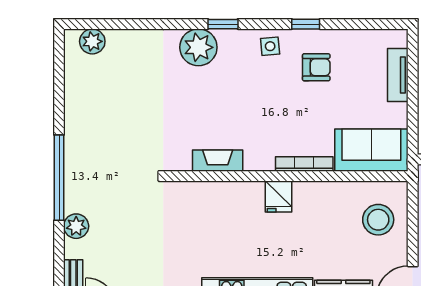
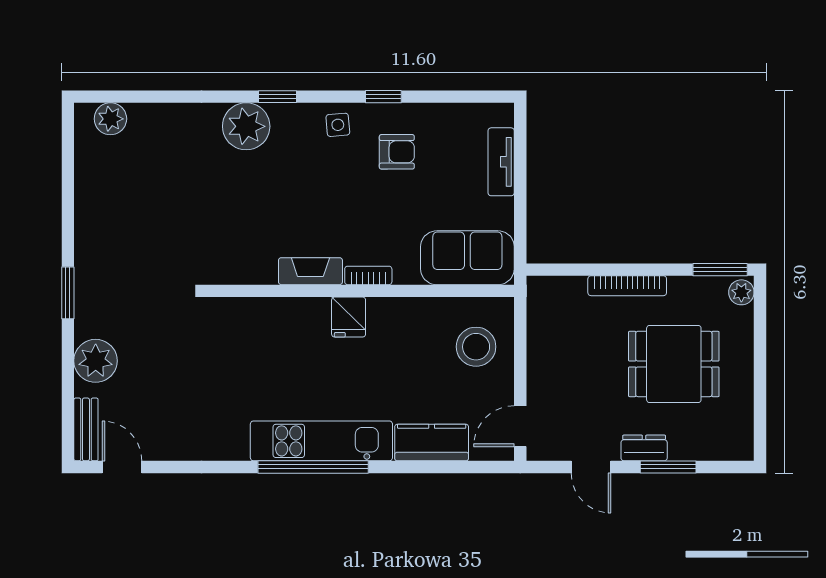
fireplace: (218, 161) -> (310, 271), moved
bookcase: (304, 164) -> (368, 275), width x0.64
window: (59, 178) -> (68, 293), width x0.47
plant: (76, 226) -> (96, 361), width x1.36, depth x1.36

